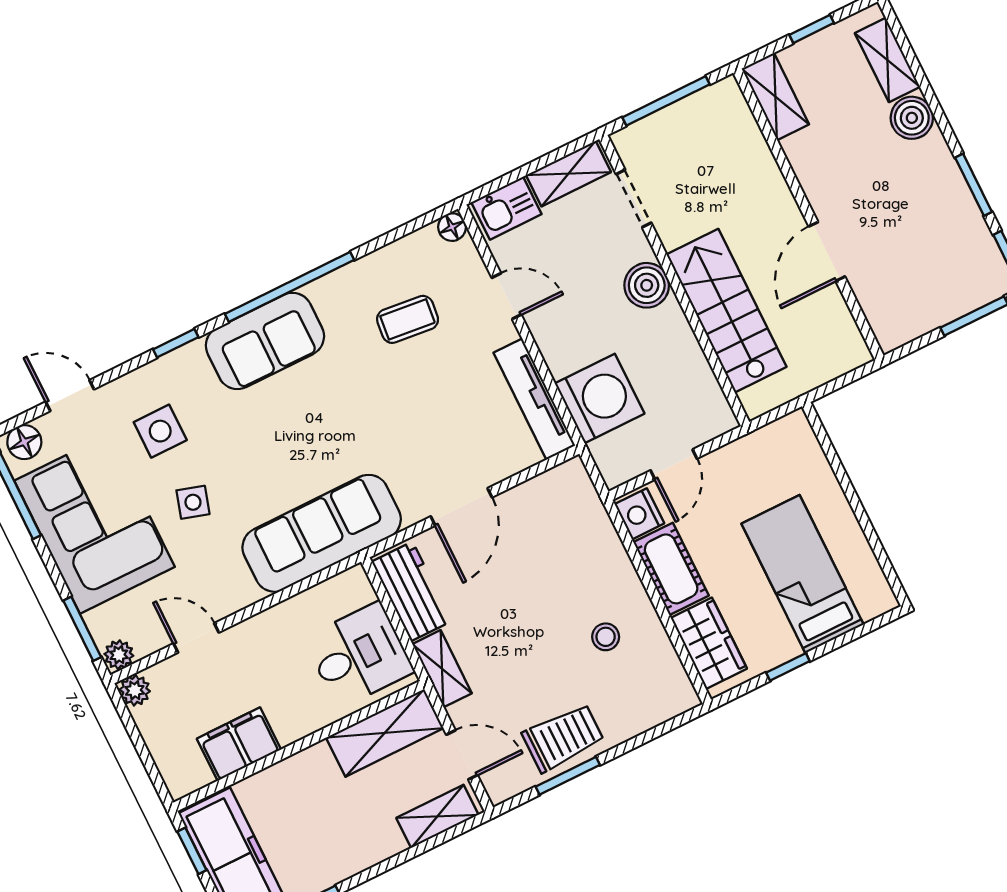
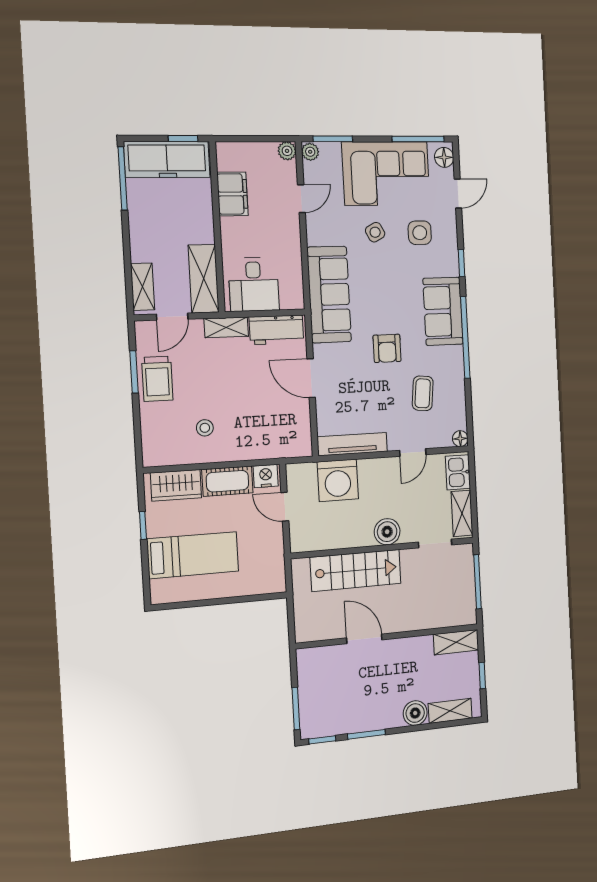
armchair: (363, 407) -> (387, 348), added
side table: (193, 502) -> (375, 232), turned 45

